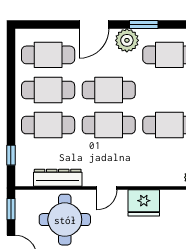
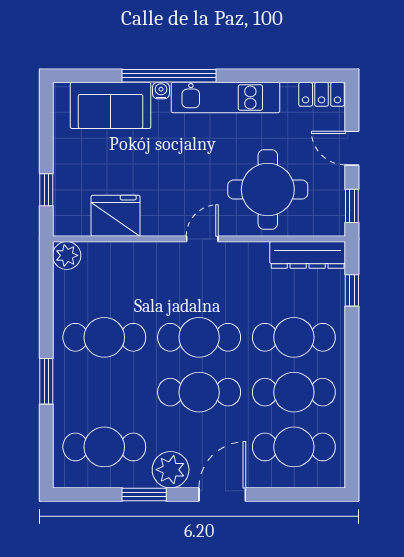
dresser: (58, 178) -> (308, 255), moved
fridge: (144, 203) -> (116, 216), moved

